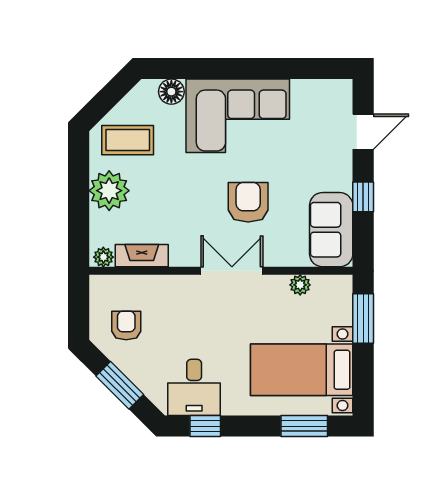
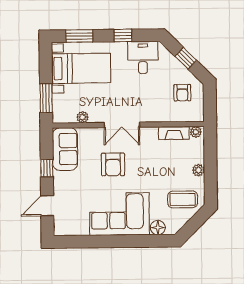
plant: (109, 191) -> (198, 170), width x0.53, depth x0.53
window: (120, 385) -> (186, 58), width x0.67
window: (205, 426) -> (123, 35), moved

